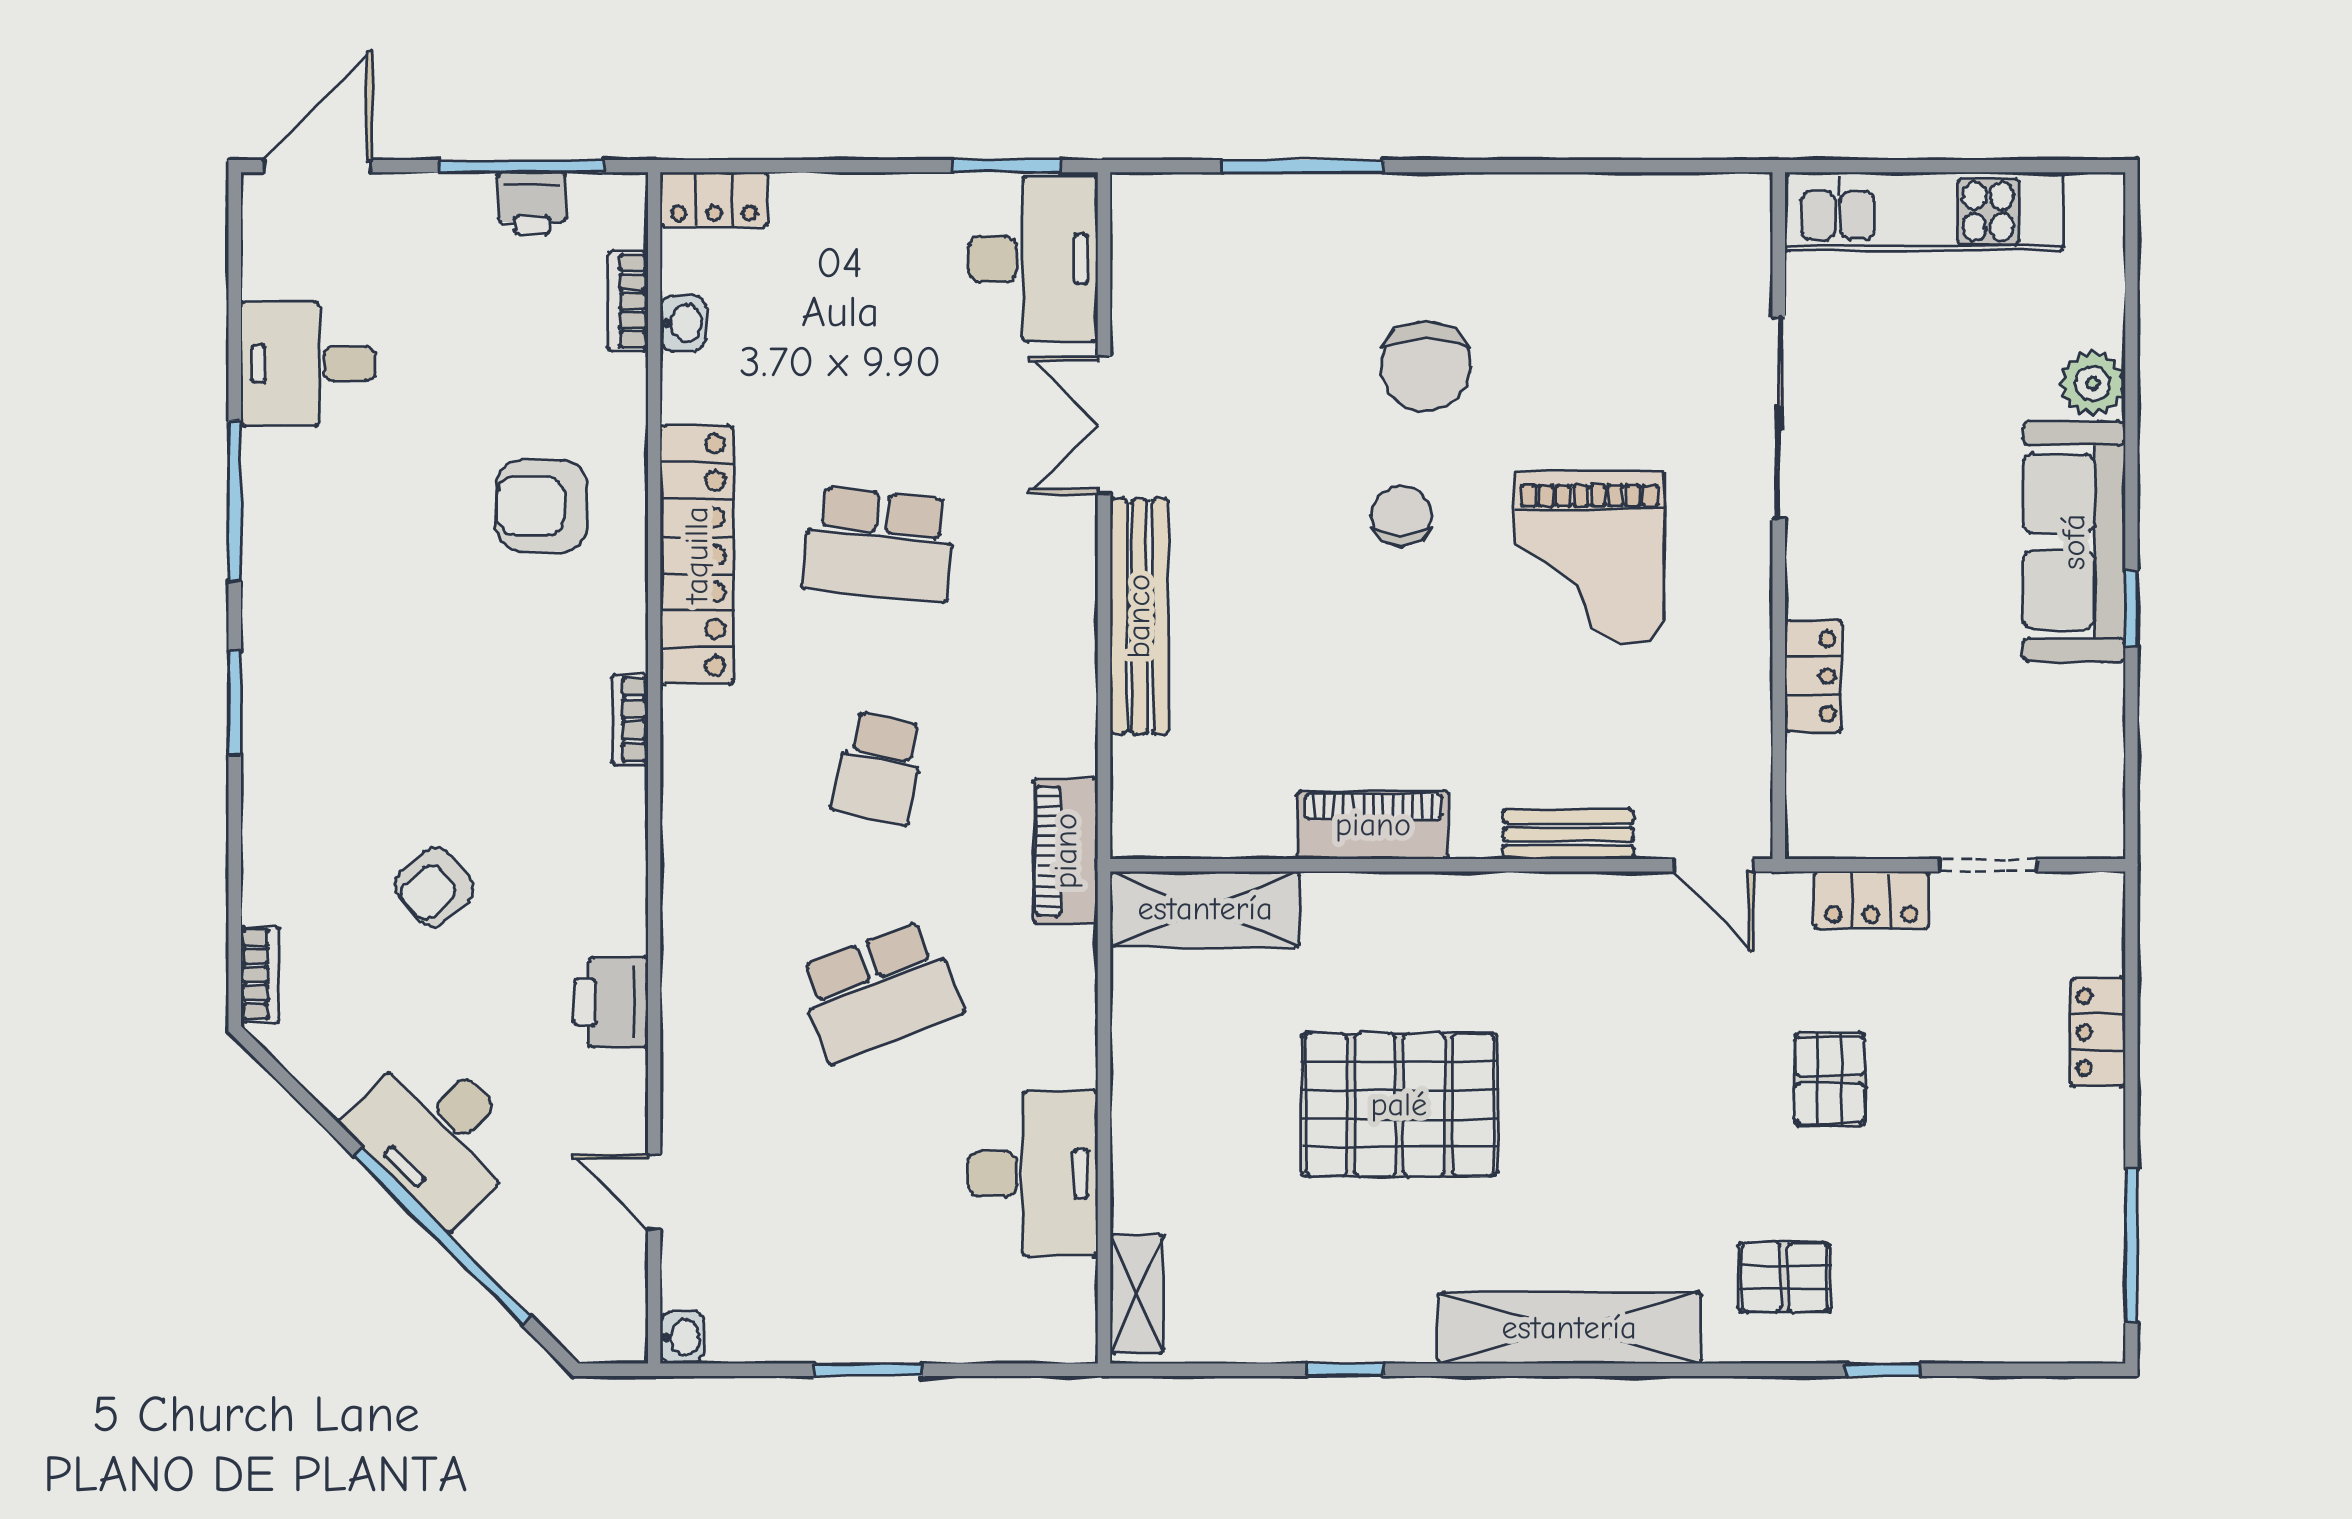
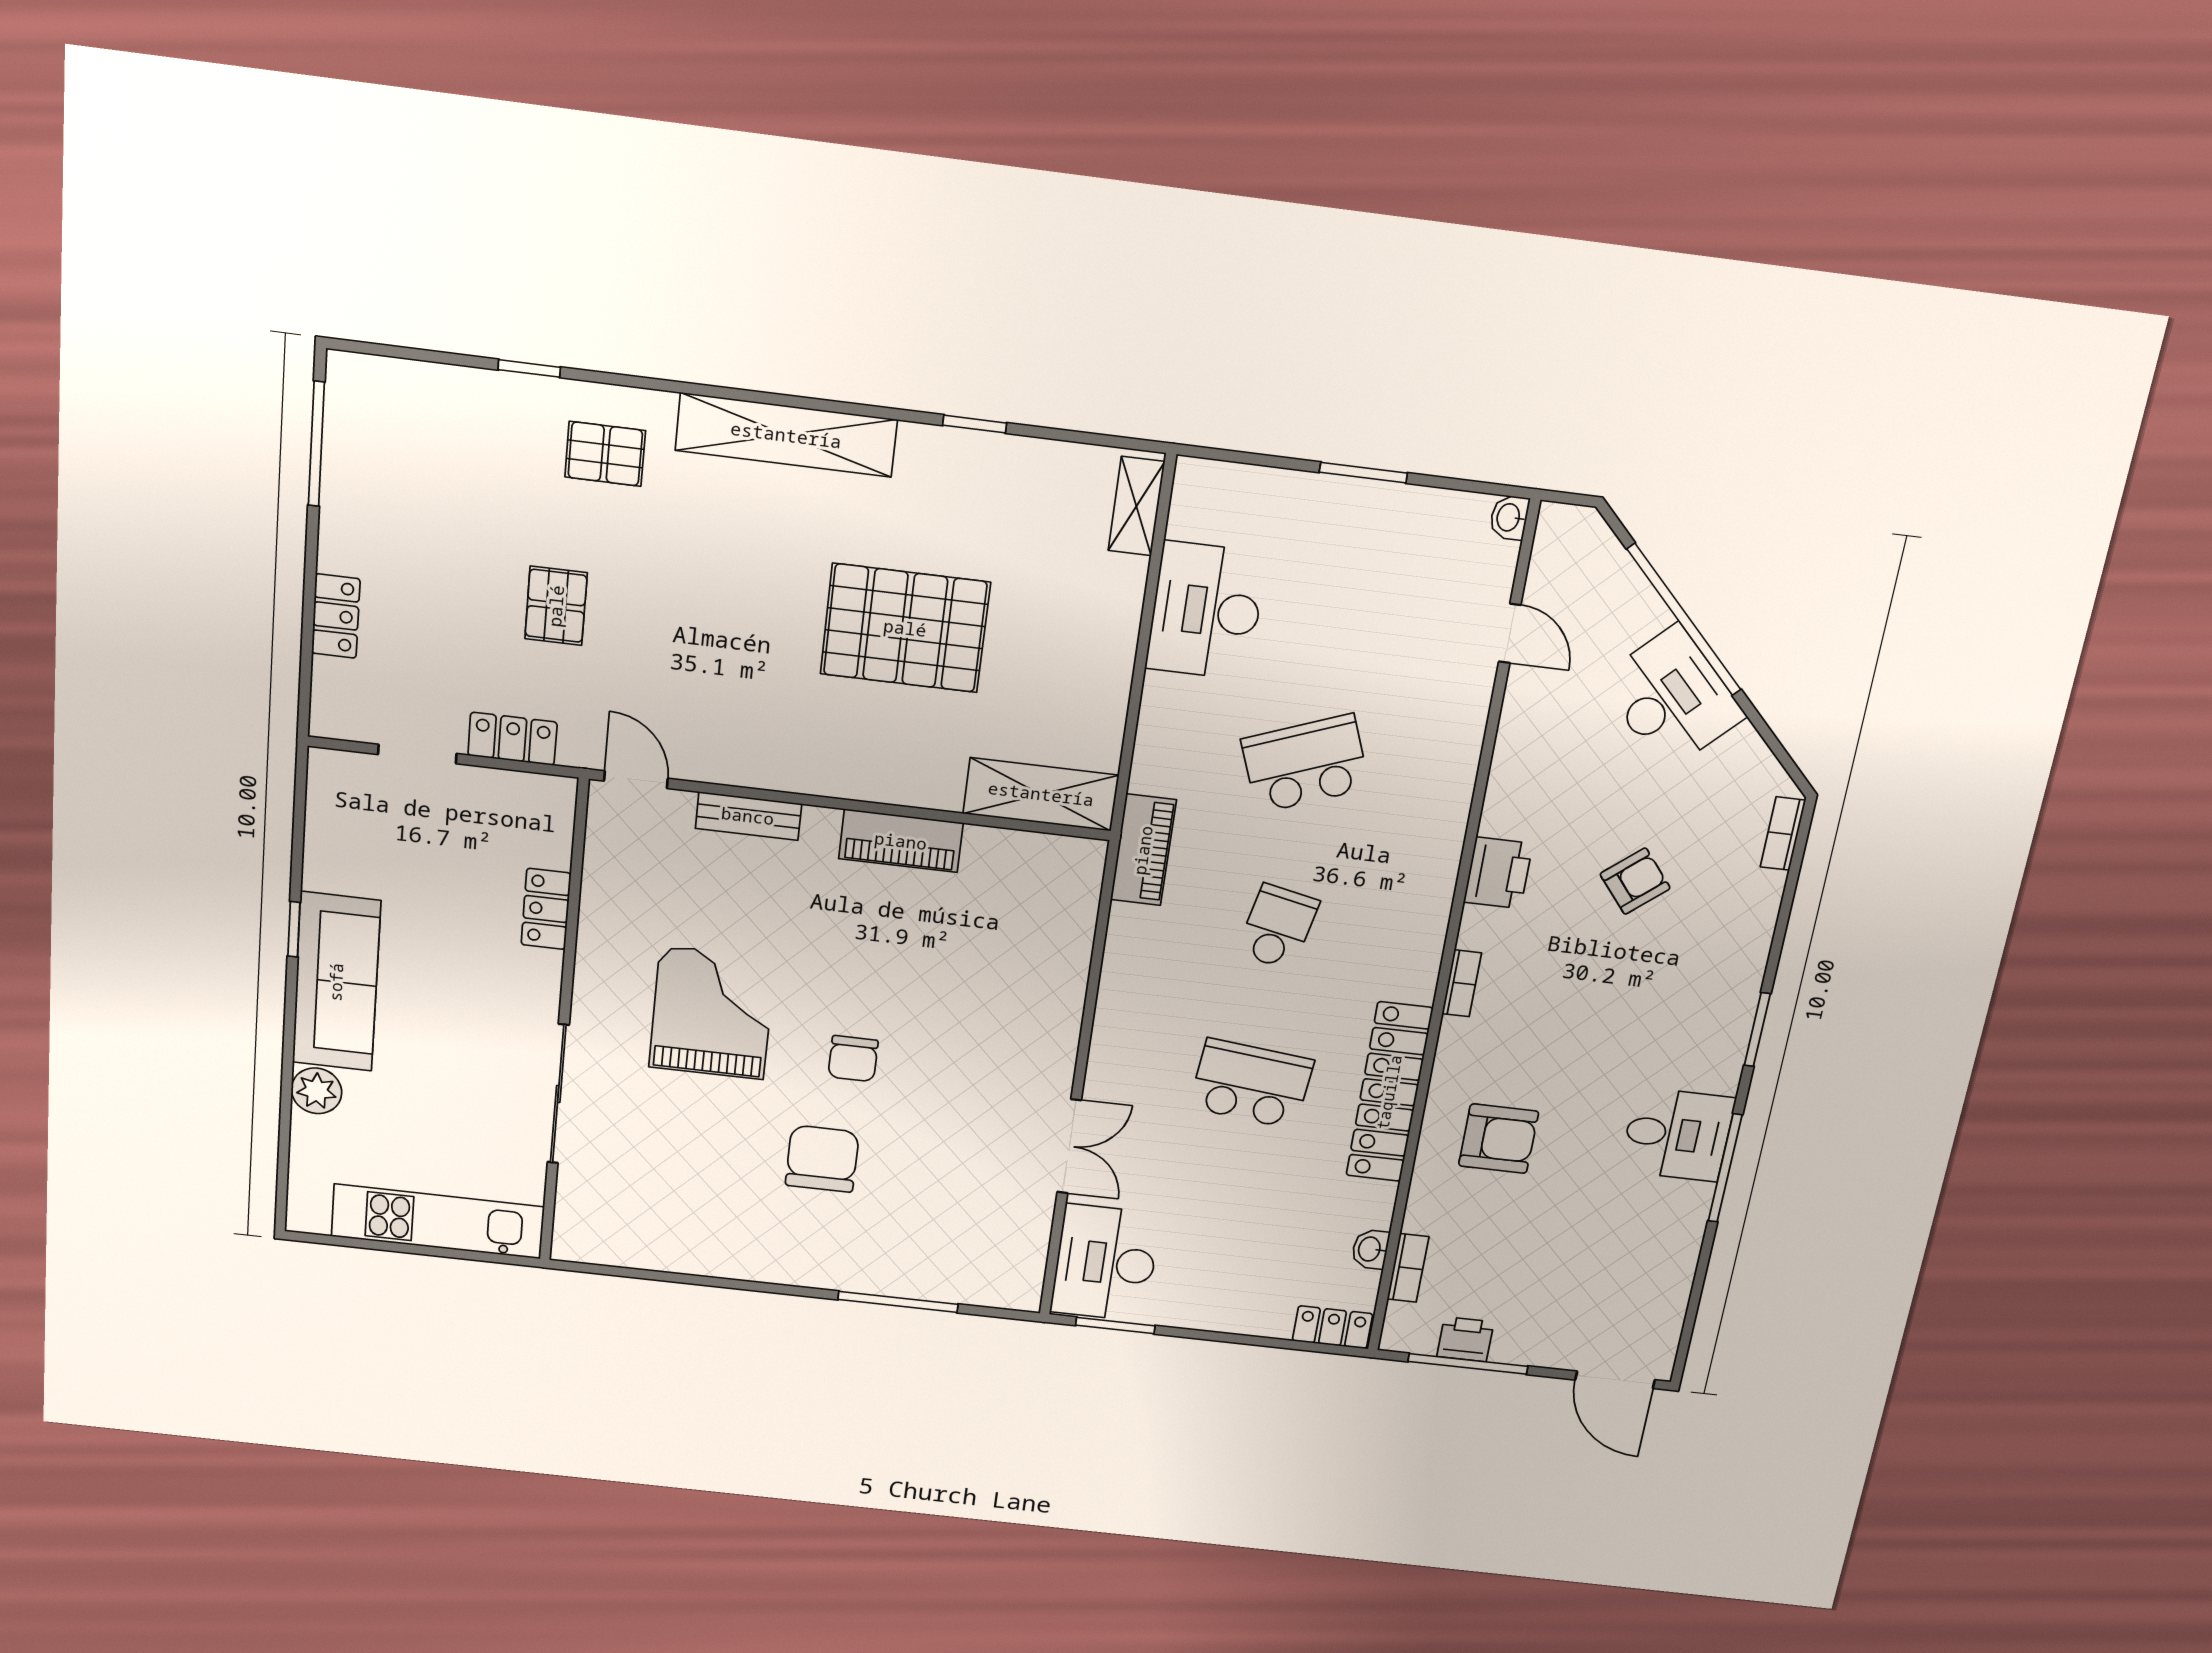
door: (317, 166) -> (1615, 1380), hinge flipped
desk: (308, 364) -> (1677, 1135), moved
bench: (1139, 616) -> (1062, 1011), removed
printer: (611, 1002) -> (1498, 873), moved

